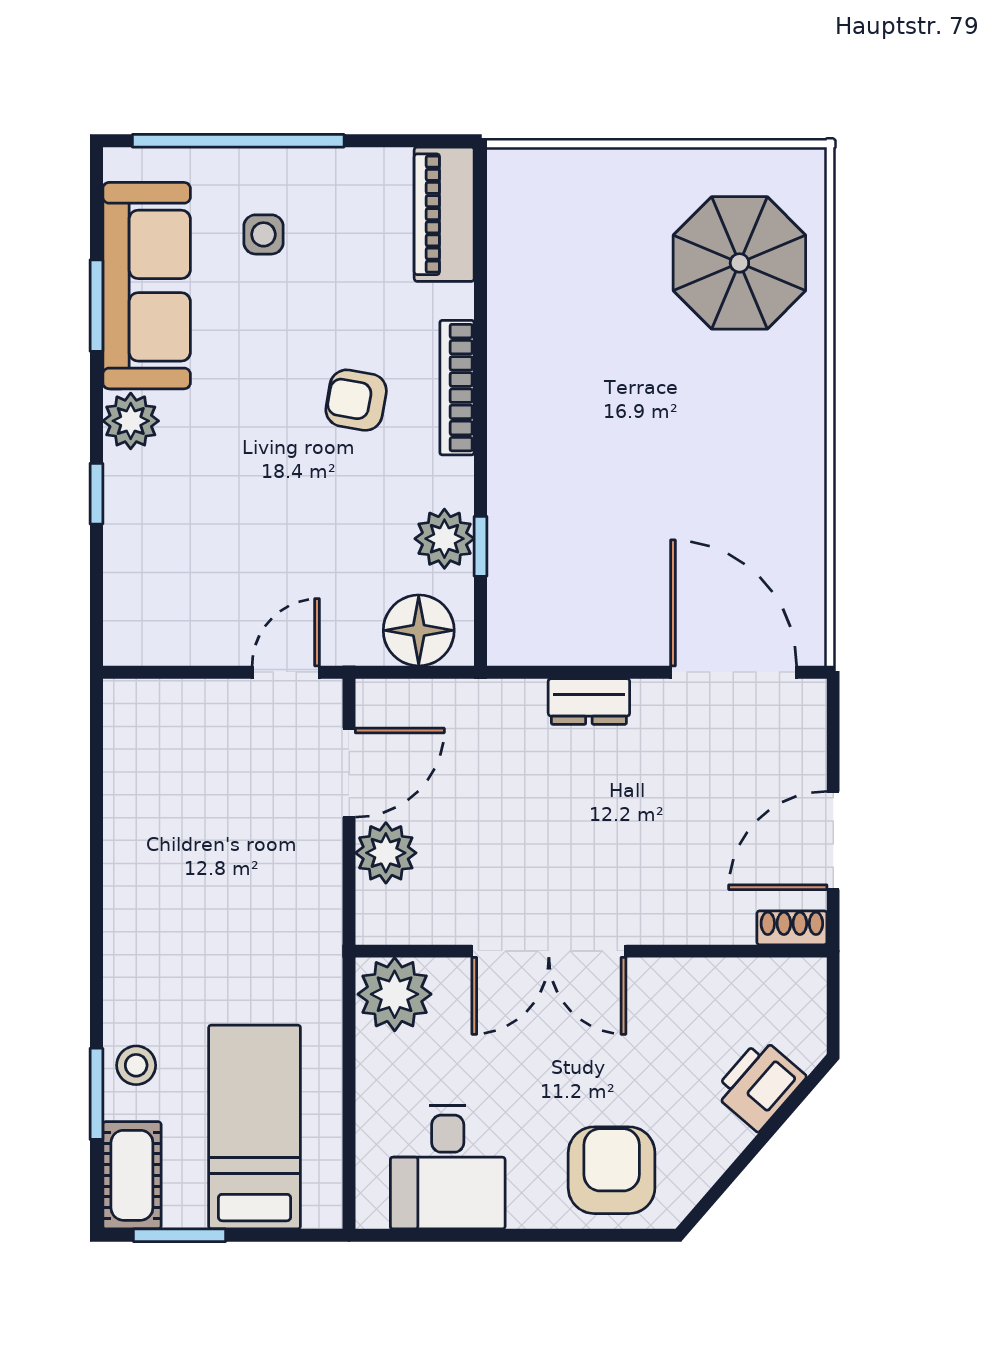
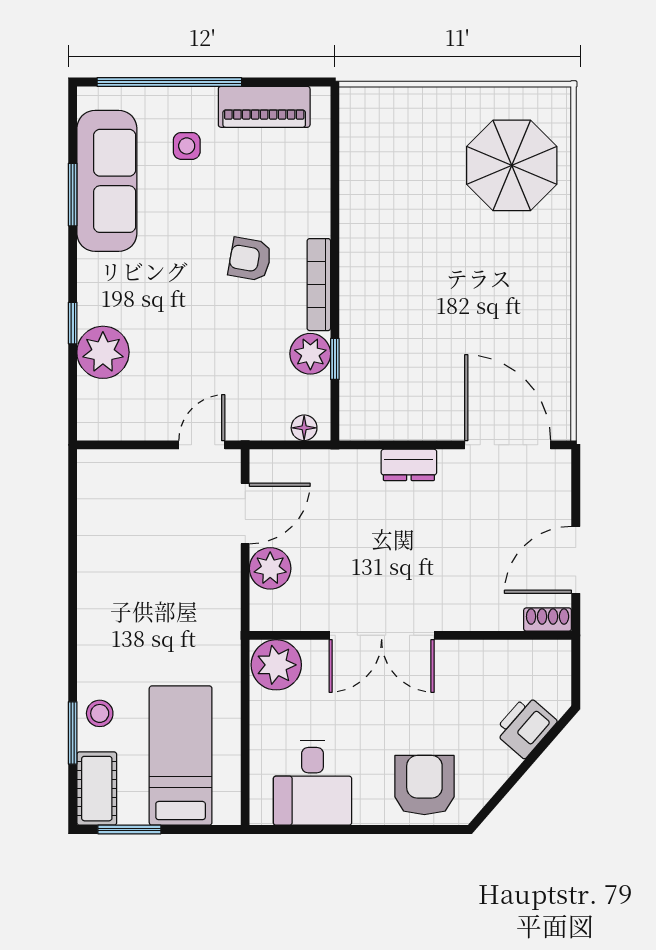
piano: (444, 214) -> (264, 107), moved, turned -90
bookcase: (457, 388) -> (319, 285), moved
plant: (131, 421) -> (103, 352), moved, width x1.36, depth x1.36
floor lamp: (419, 630) -> (304, 428), width x0.53, depth x0.53

